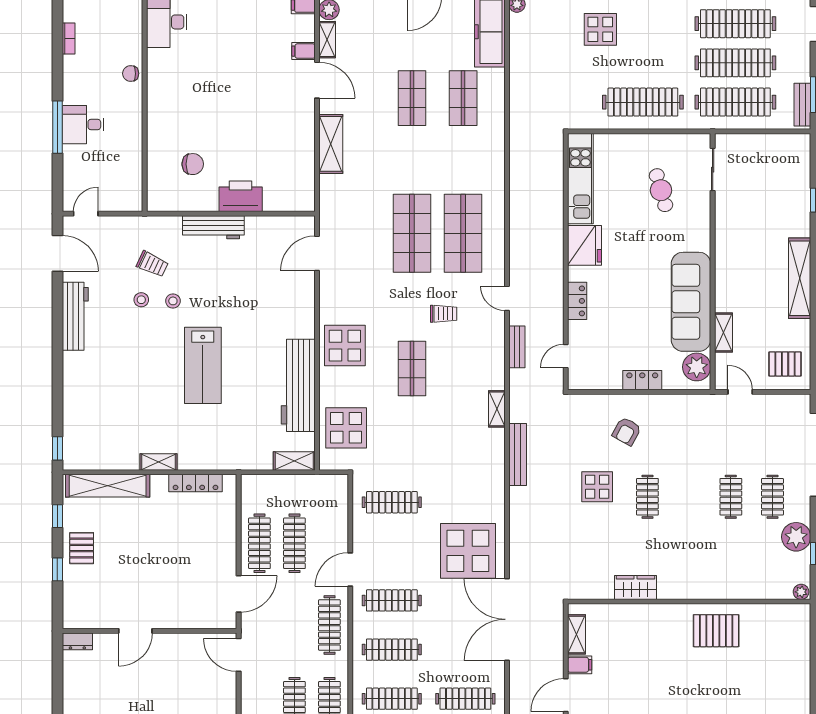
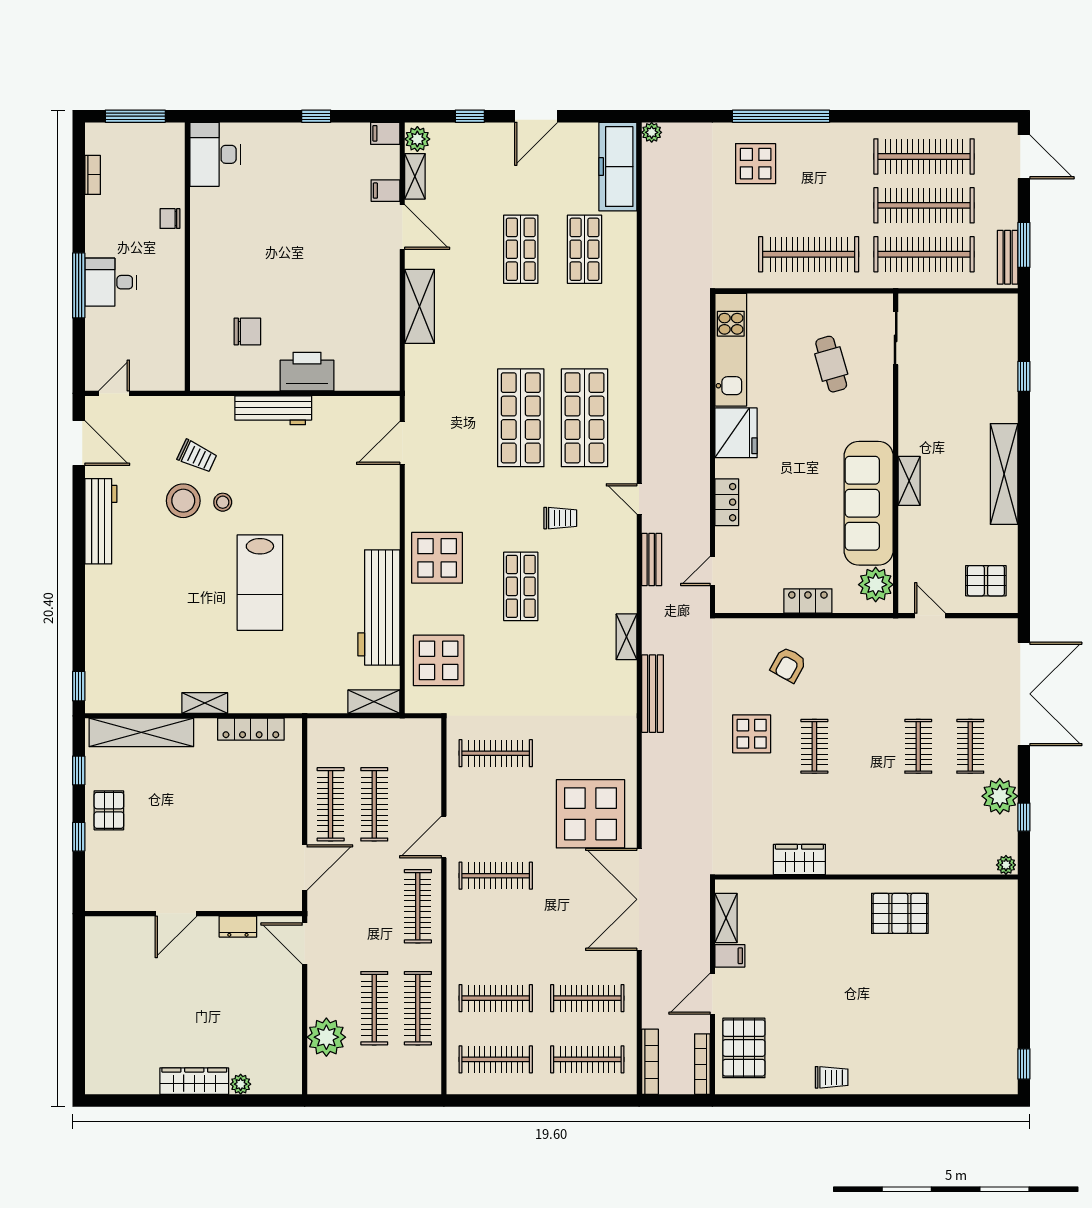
stool: (141, 300) -> (183, 501), width x1.89, depth x1.89
shelving: (723, 332) -> (909, 481), moved
dresser: (77, 641) -> (238, 927), moved
clothes rail: (392, 650) -> (496, 937), removed

